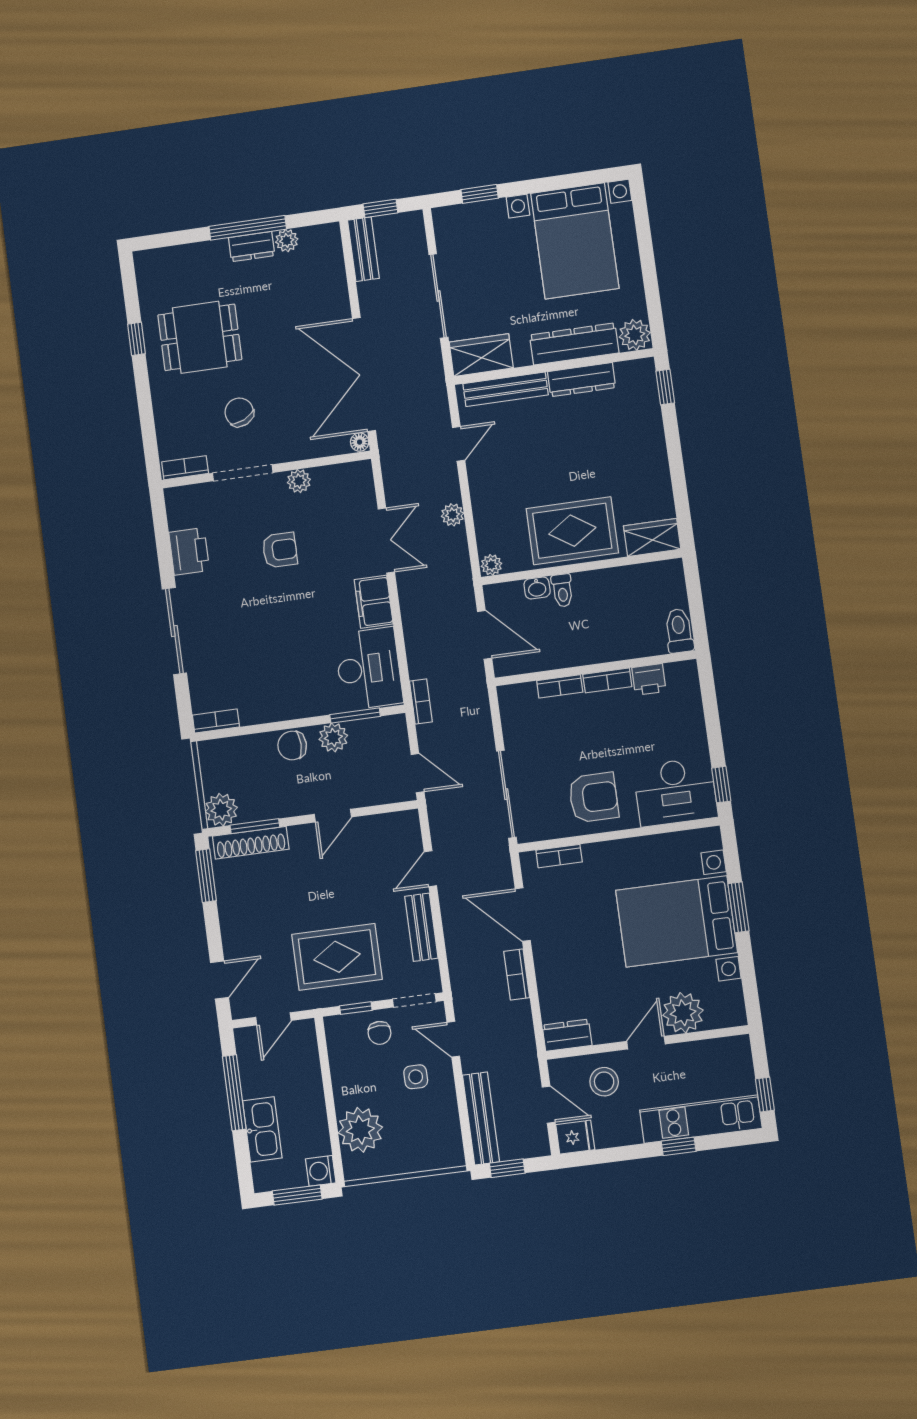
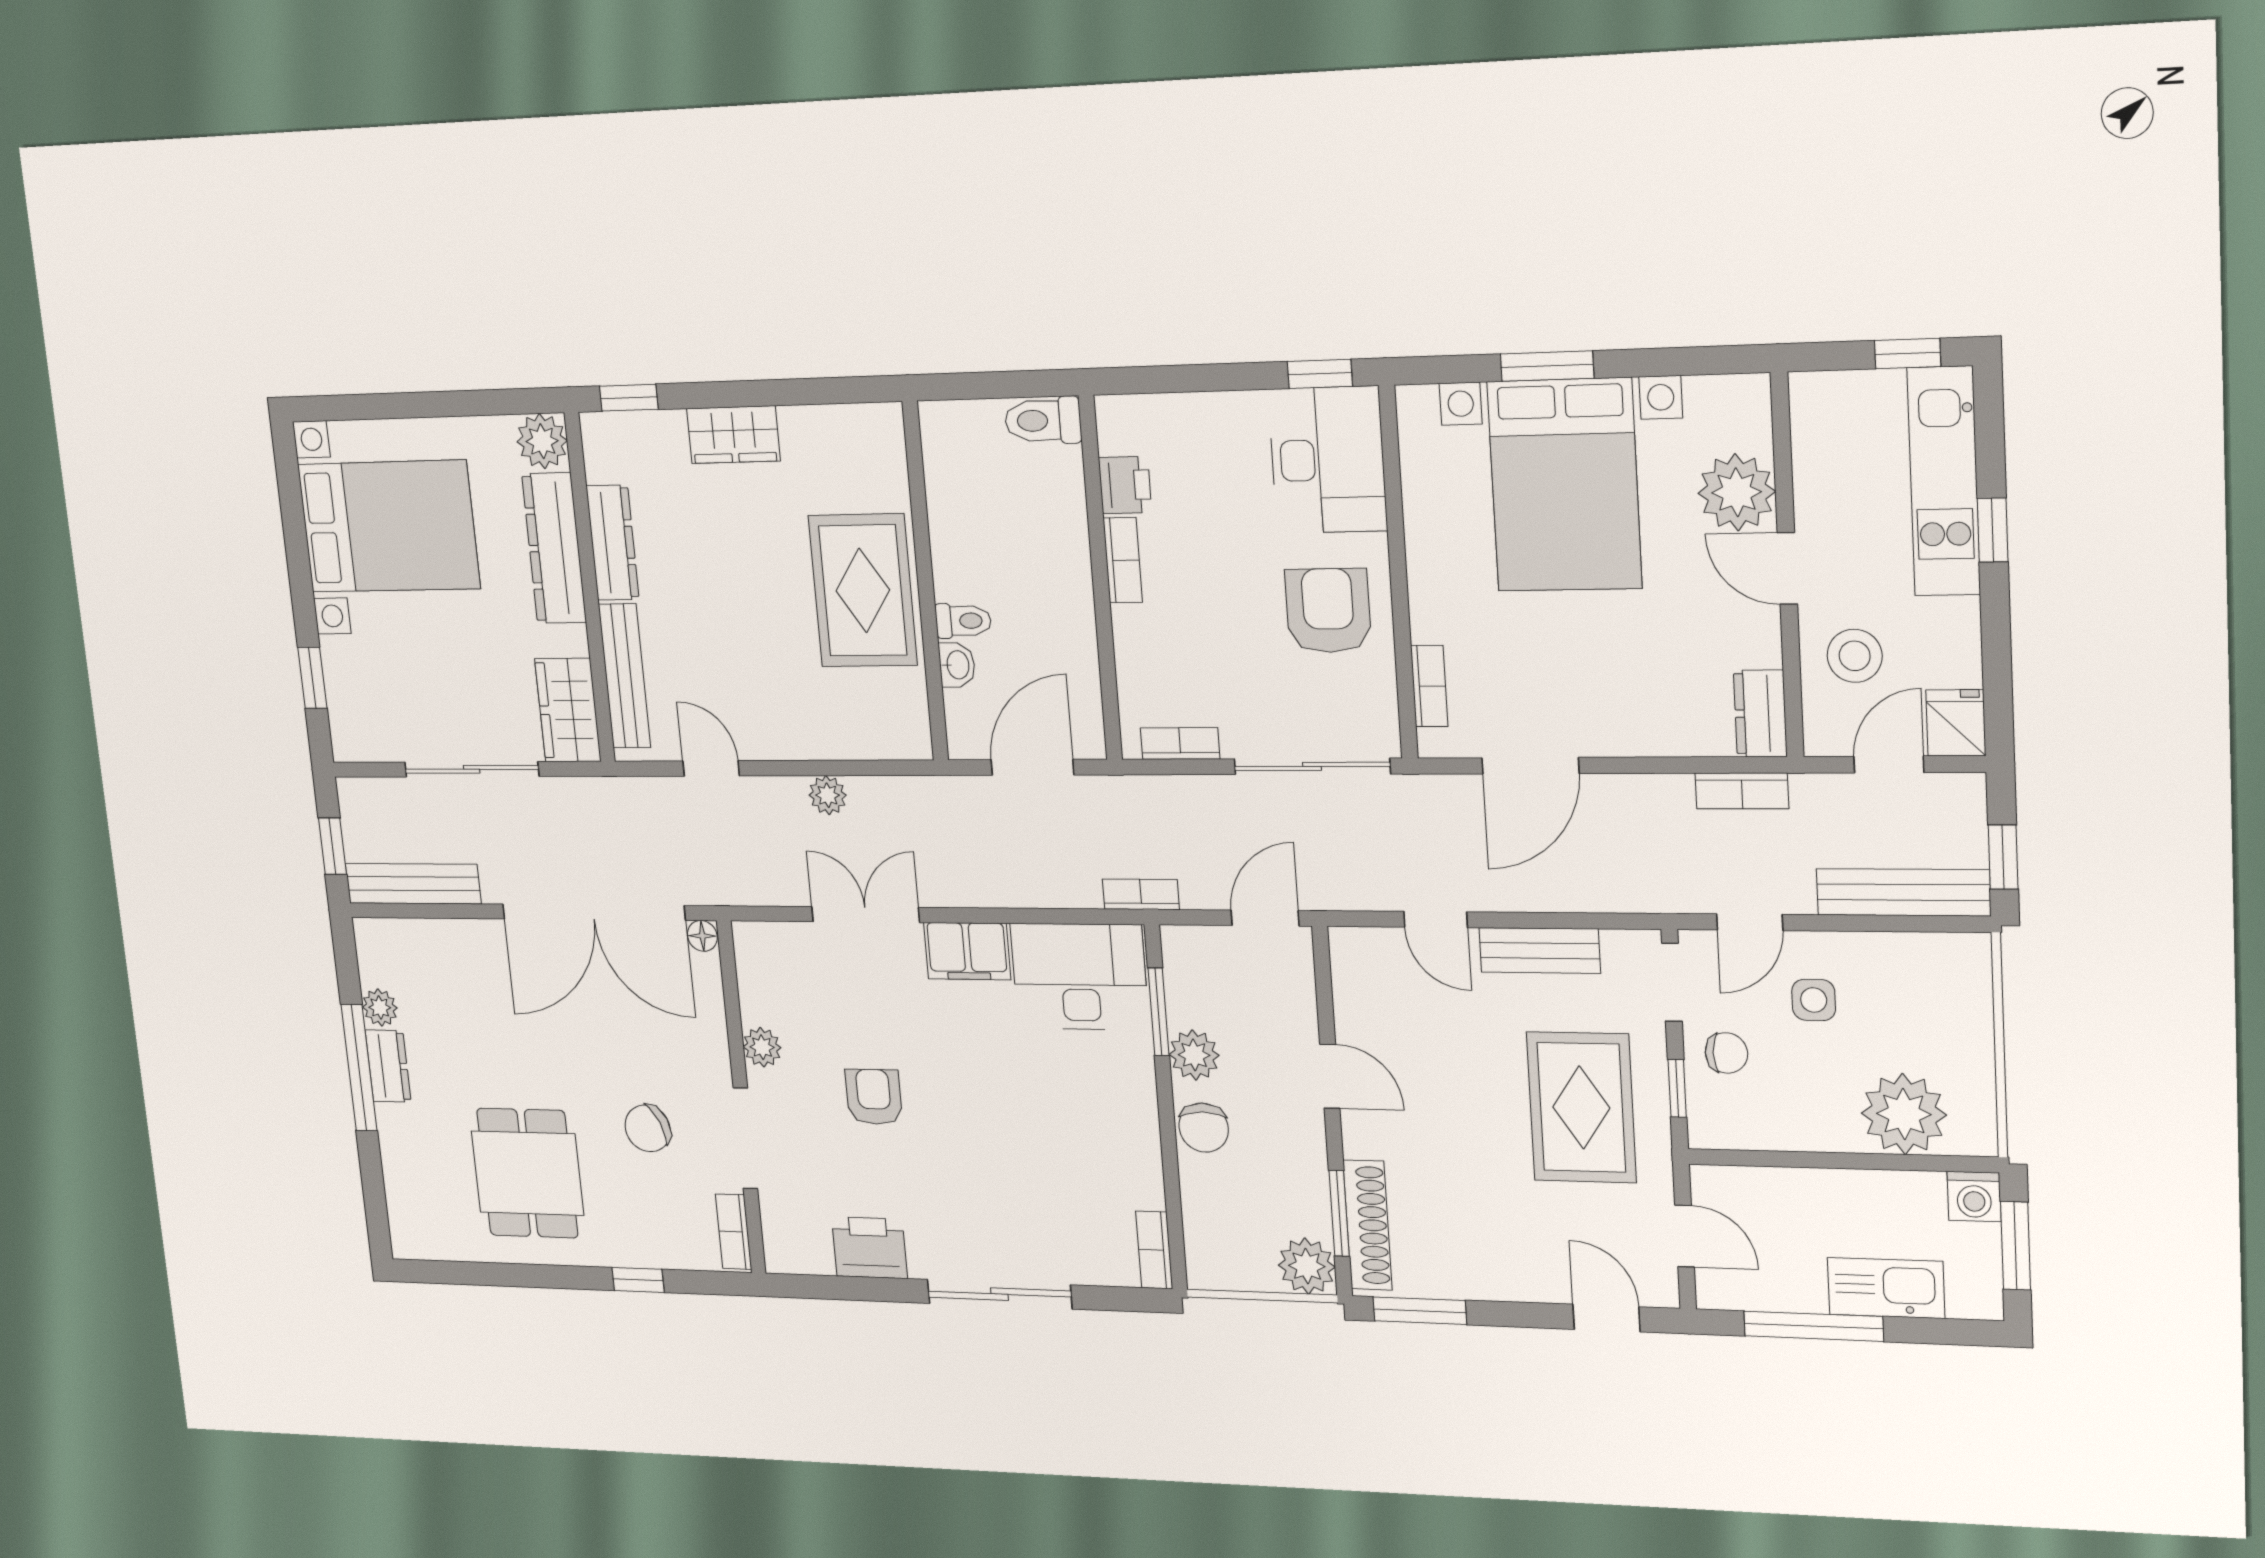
bench: (363, 249) -> (413, 884), width x1.36
window: (137, 339) -> (638, 1280), moved
wardrobe: (652, 538) -> (733, 435), moved, turned -90
plant: (491, 565) -> (914, 739), removed
bookcase: (560, 686) -> (1180, 743), moved, turned -90
bookcase: (517, 974) -> (1742, 791), moved

